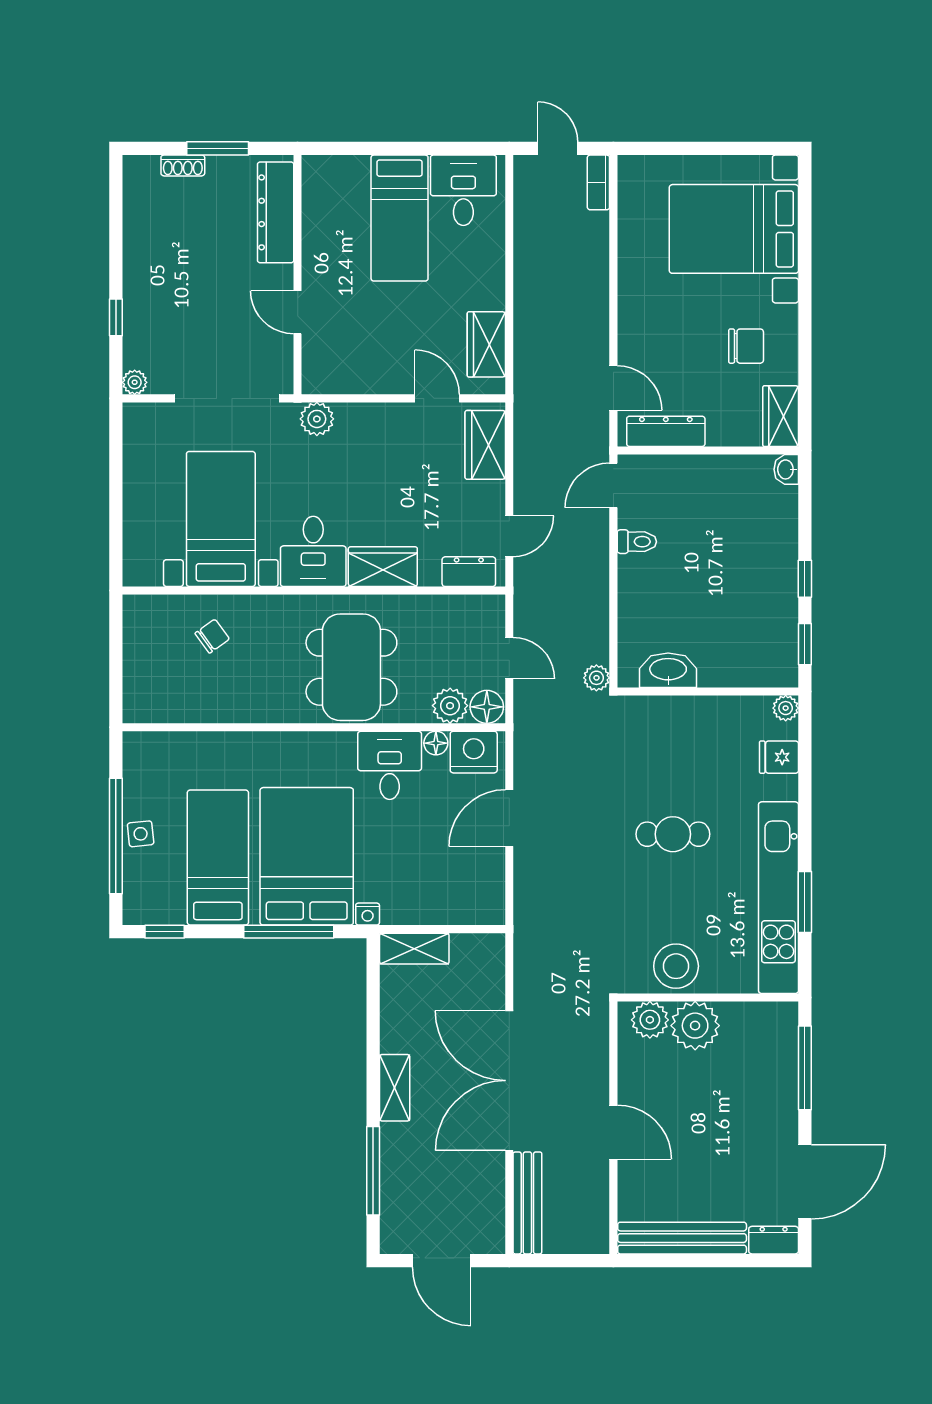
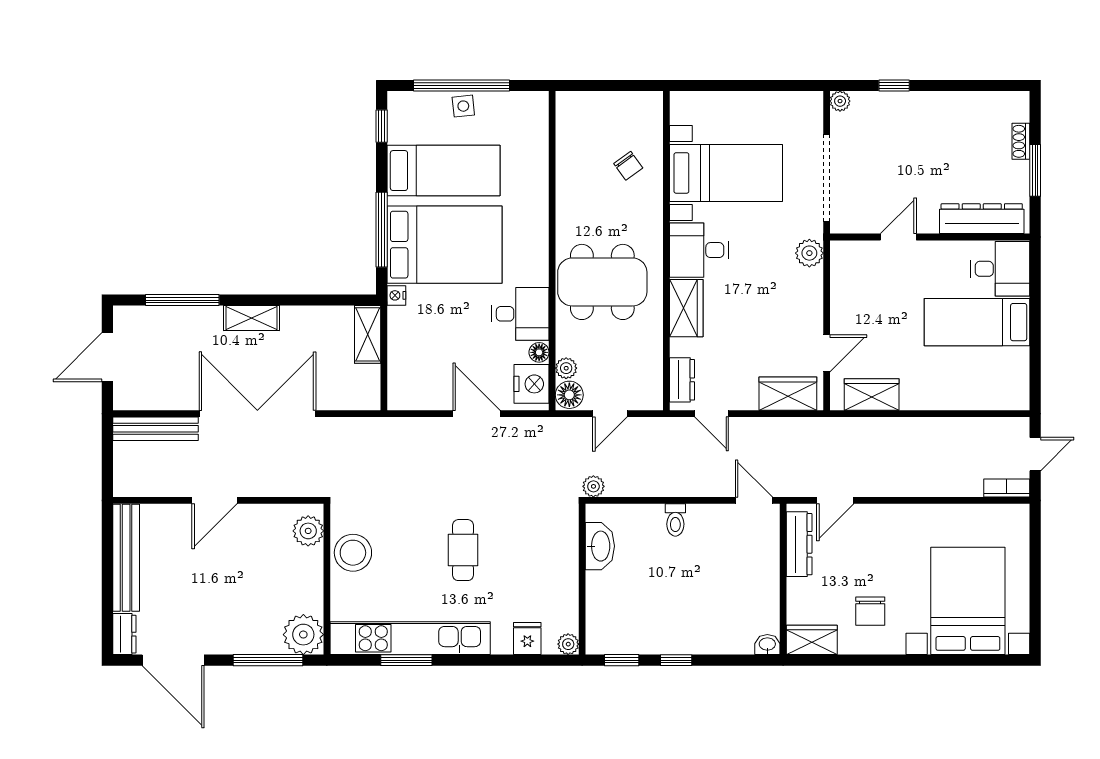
desk: (463, 190) -> (1000, 269), moved
toilet: (637, 542) -> (675, 520), moved
plant: (450, 706) -> (566, 368), width x0.73, depth x0.73
plant: (695, 1026) -> (303, 635), moved

